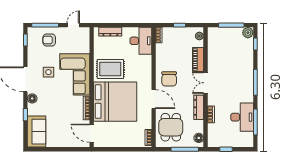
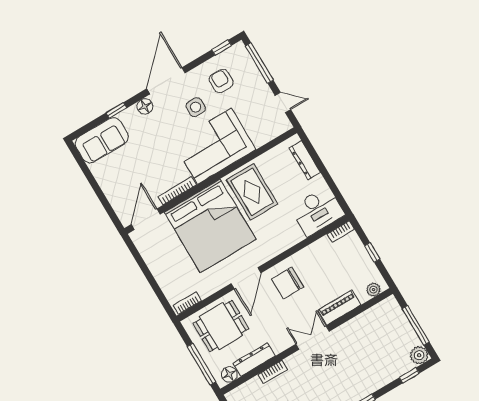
armchair: (49, 40) -> (221, 81), moved
dresser: (199, 107) -> (254, 359), moved

